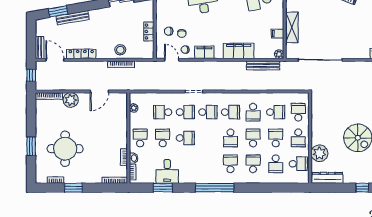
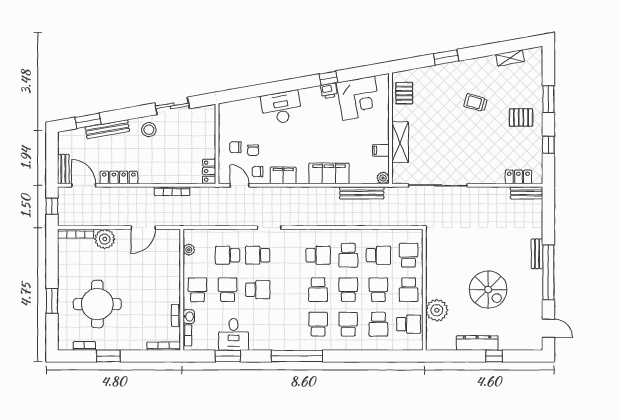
locker: (149, 31) -> (209, 171), moved
stool: (120, 50) -> (149, 130), moved
school desk: (185, 112) -> (258, 255), turned 180
school desk: (208, 112) -> (288, 255), removed
dresser: (327, 178) -> (477, 343), moved

